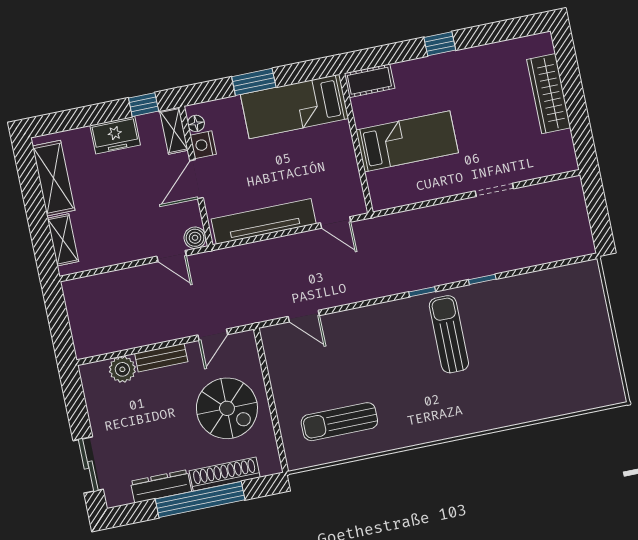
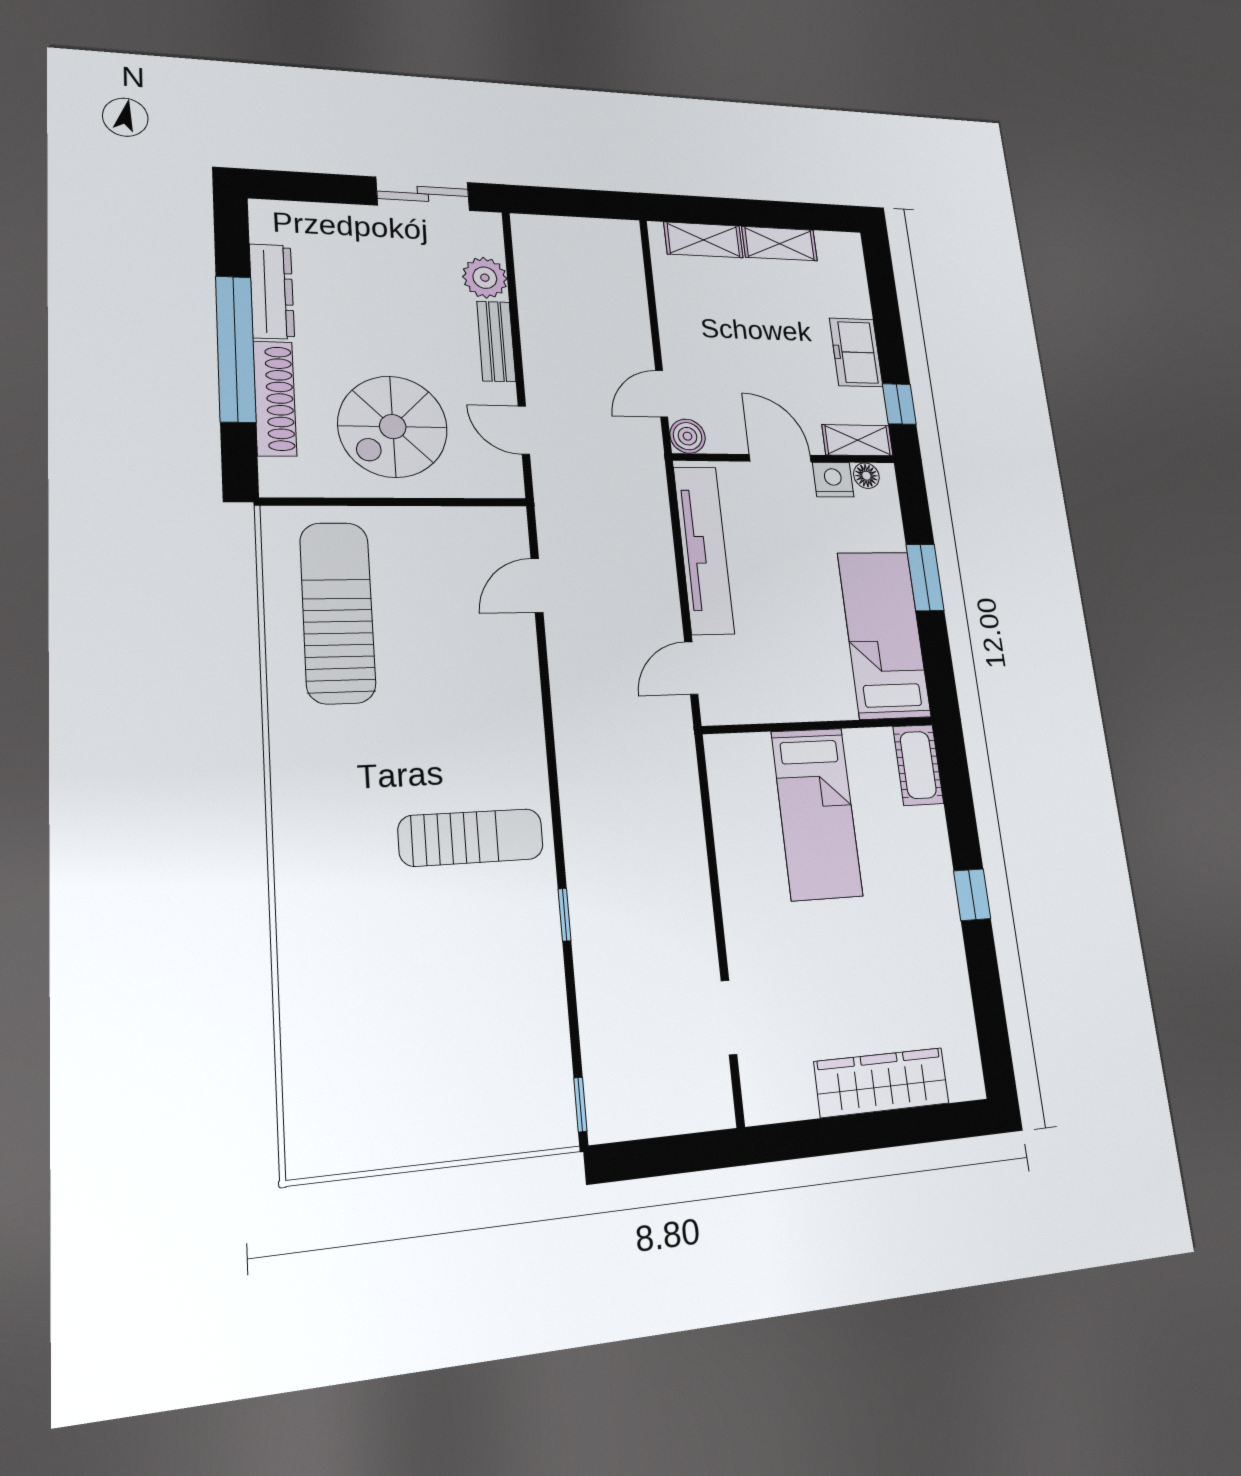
shelving: (54, 178) -> (780, 244), width x0.67, depth x0.75
doorway: (494, 190) -> (729, 1018), moved
window: (422, 292) -> (580, 1105), moved
sun lounger: (339, 422) -> (338, 612), width x1.36, depth x1.34
sliding door: (88, 465) -> (423, 194), moved

